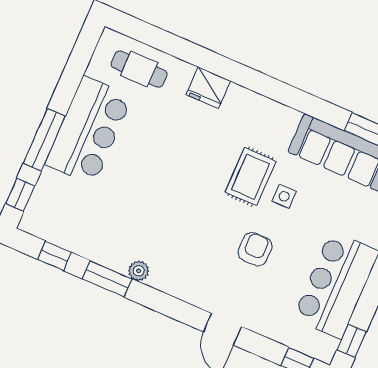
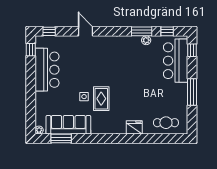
bar counter: (89, 131) -> (176, 61), moved
window: (44, 140) -> (192, 92), moved
armchair: (255, 249) -> (86, 70), removed
plant: (139, 271) -> (146, 40), moved

